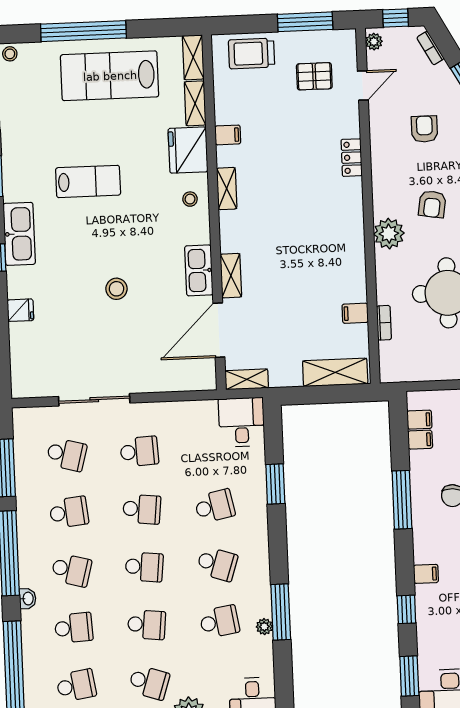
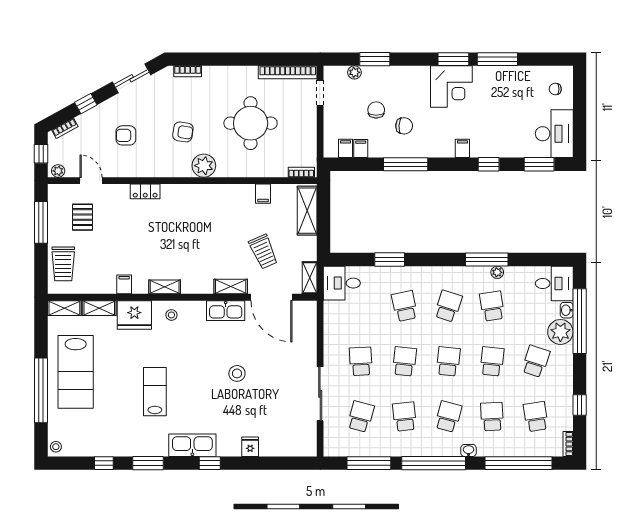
trolley: (279, 317) -> (263, 252), added
bookcase: (384, 323) -> (301, 172), moved

